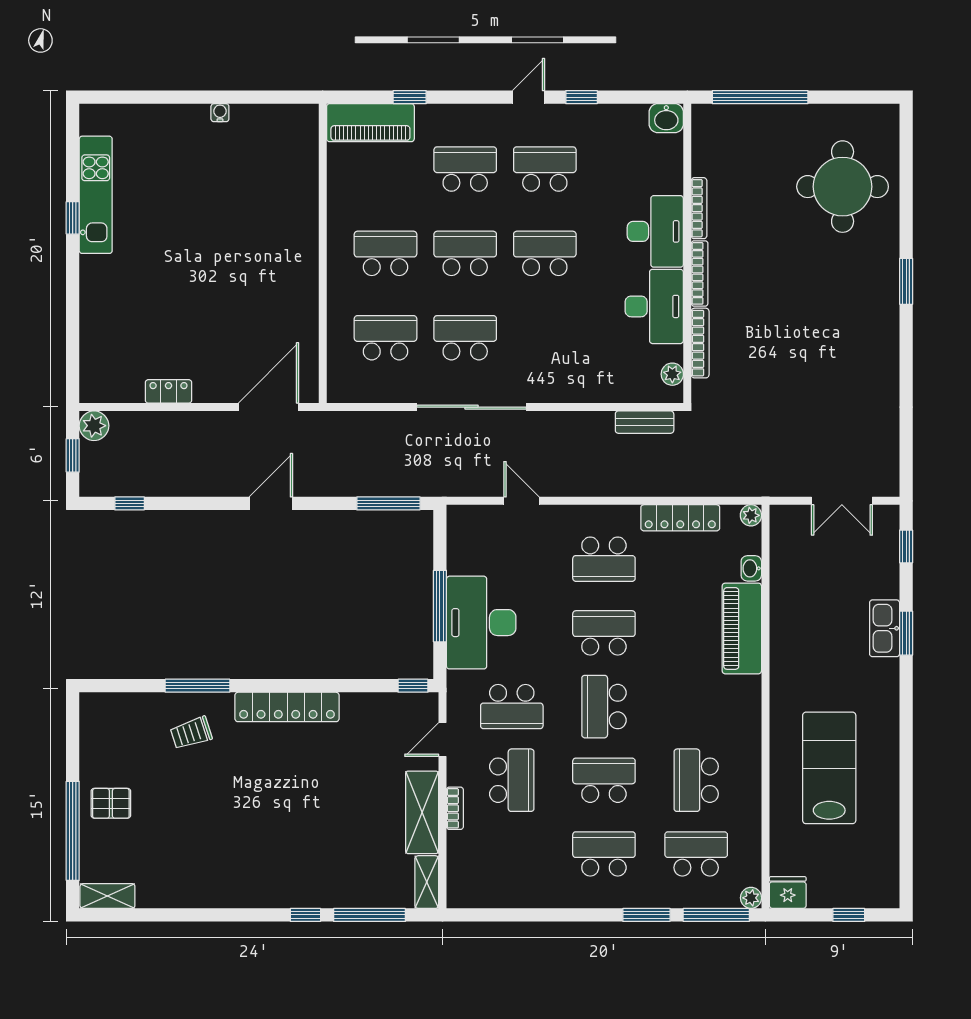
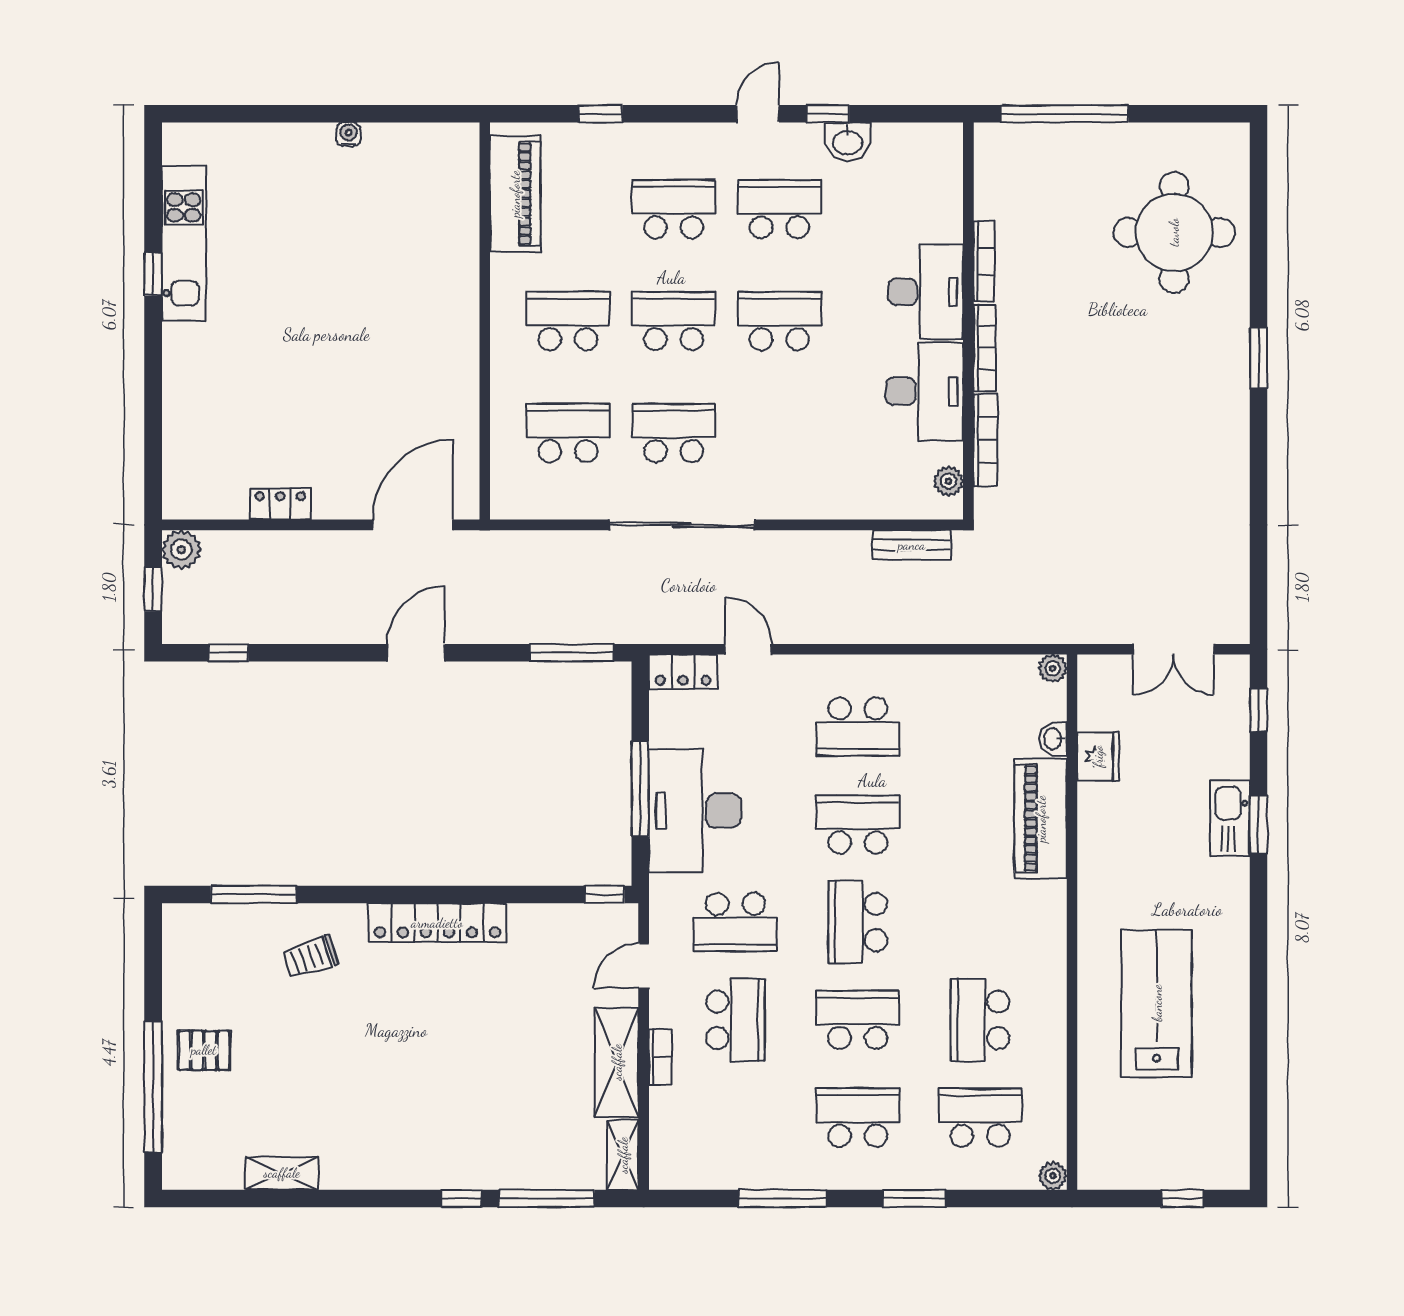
washbasin: (666, 118) -> (848, 142), moved
piano: (370, 123) -> (515, 194), moved, turned -90
locker: (680, 518) -> (683, 672), moved, width x0.66
window: (197, 686) -> (254, 894), moved
fridge: (788, 893) -> (1098, 756), moved, turned 90
shelving: (107, 896) -> (282, 1173), moved
window: (716, 915) -> (783, 1198), moved

